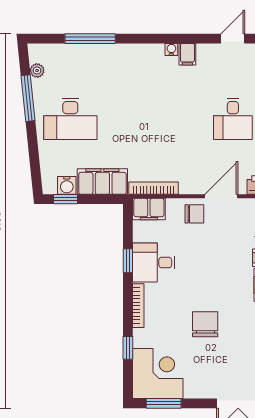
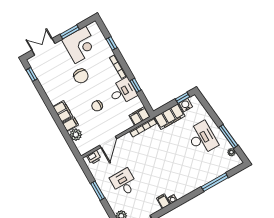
desk: (70, 119) -> (202, 138), turned 90
chair: (194, 214) -> (97, 106), moved
corner desk: (158, 373) -> (80, 45), moved, turned -90
window: (164, 403) -> (70, 32), moved

